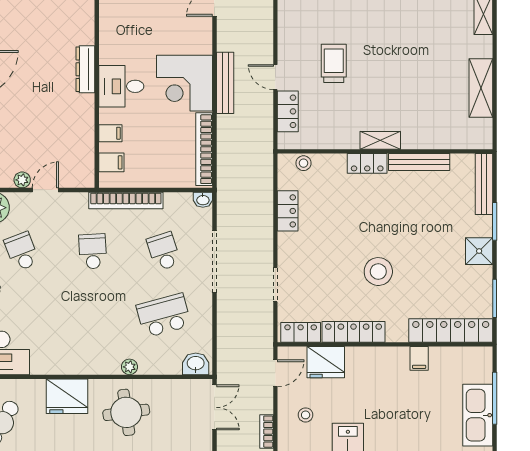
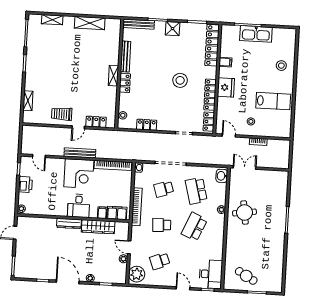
trolley: (334, 63) -> (62, 114), moved
wardrobe: (82, 127) -> (98, 227), added
filing cabinet: (111, 162) -> (117, 213), width x2.00
school desk: (93, 315) -> (194, 227), added
fridge: (326, 362) -> (226, 87), moved
fridge: (67, 396) -> (235, 242), removed

